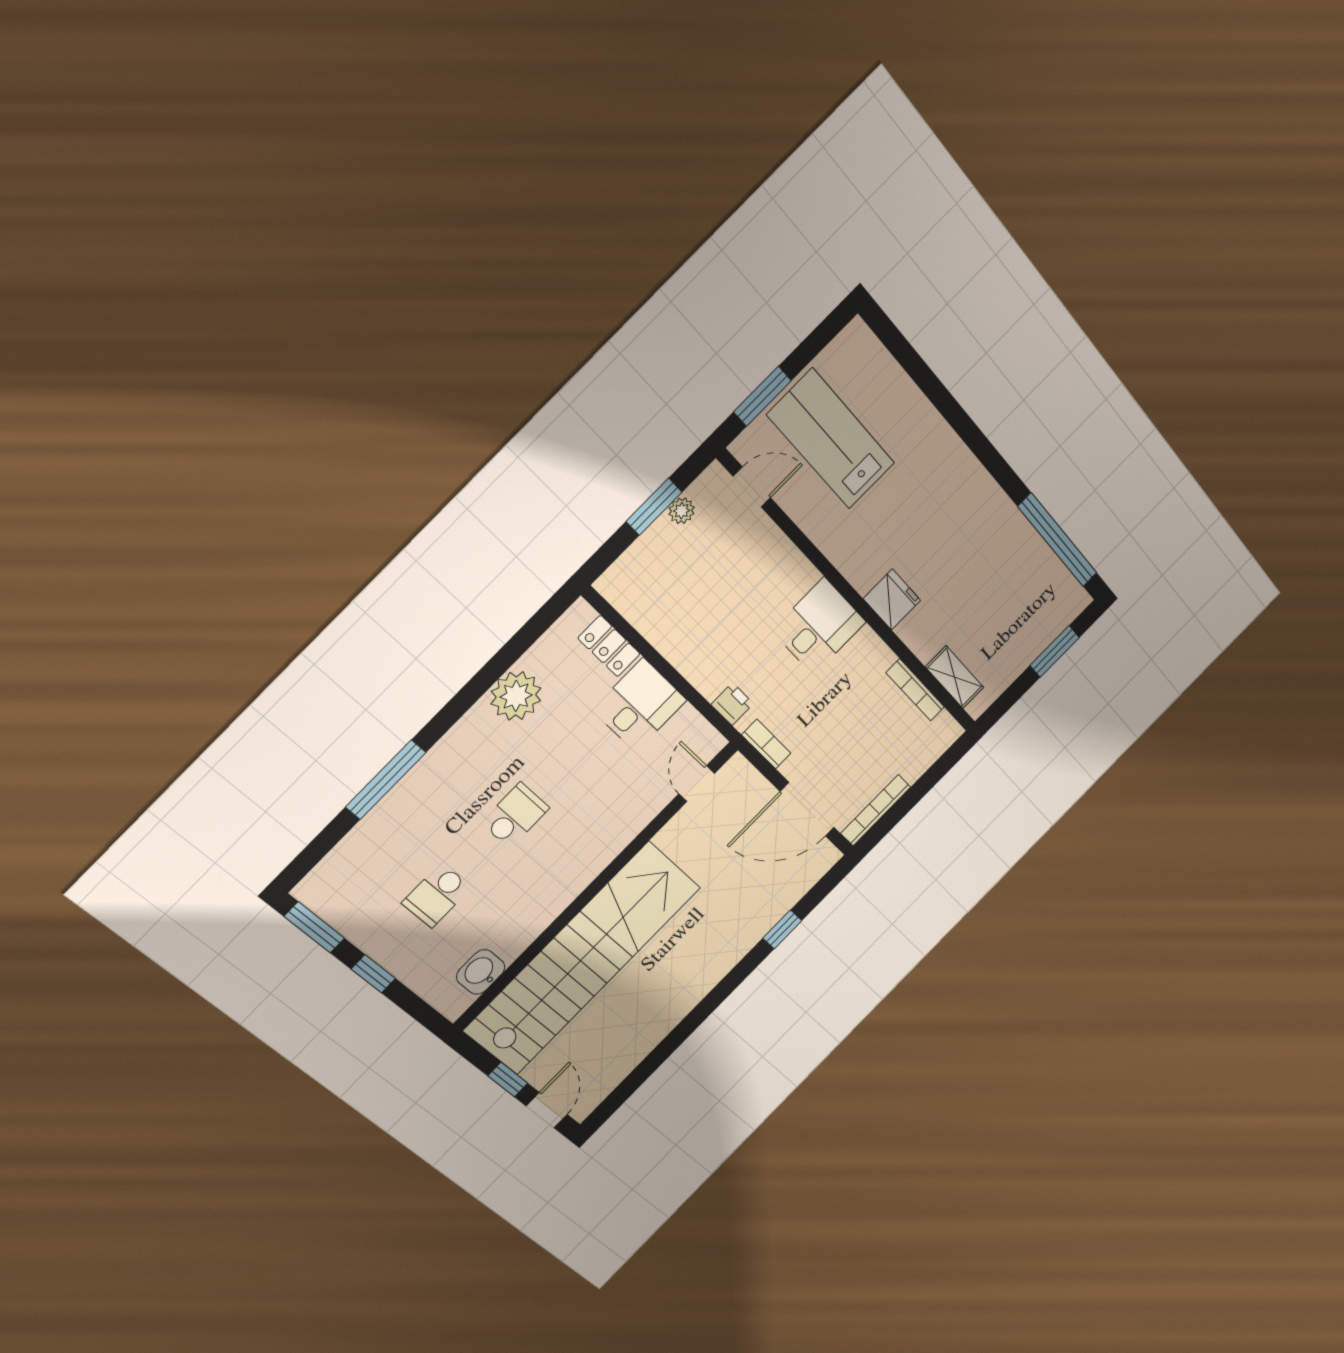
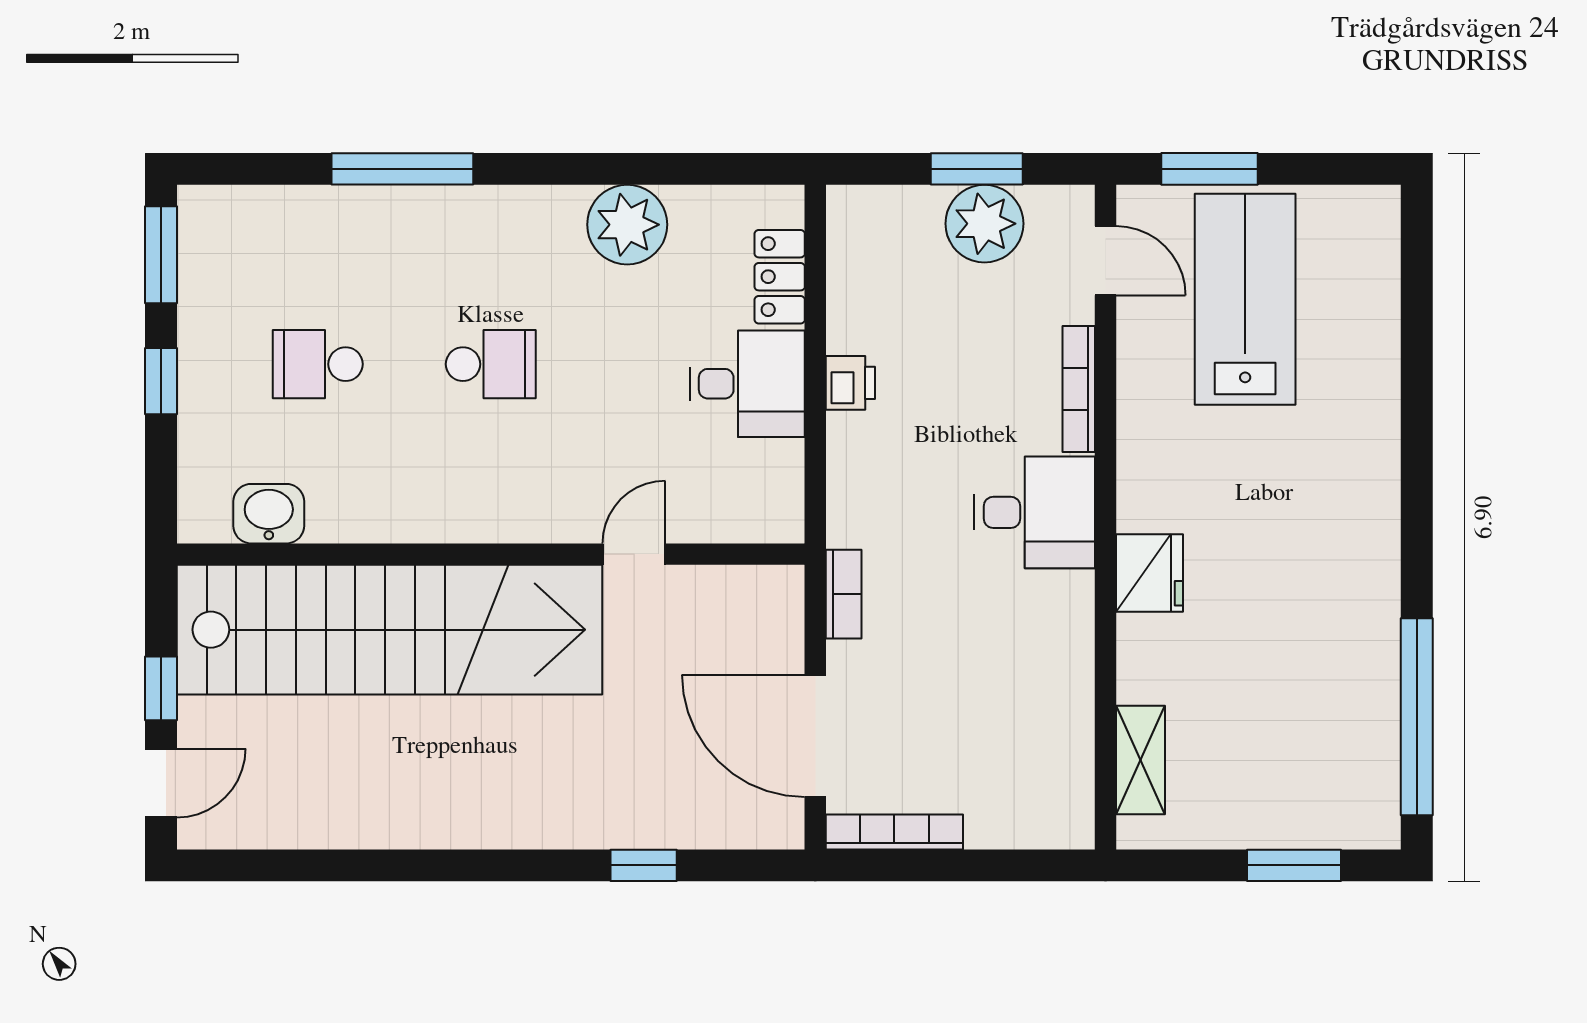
plant: (682, 511) -> (984, 224), width x1.88, depth x1.88
bookcase: (915, 690) -> (1079, 389), moved
printer: (732, 704) -> (850, 383), moved
door: (697, 784) -> (634, 554), moved

